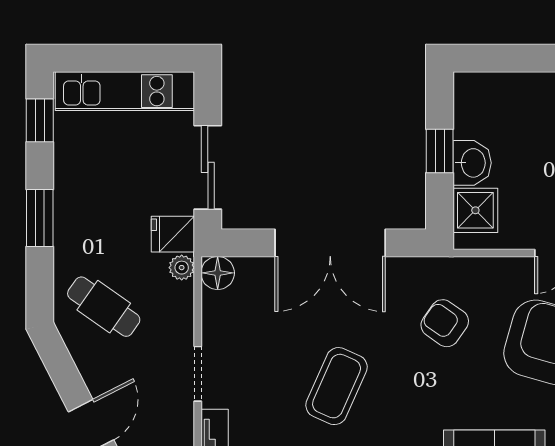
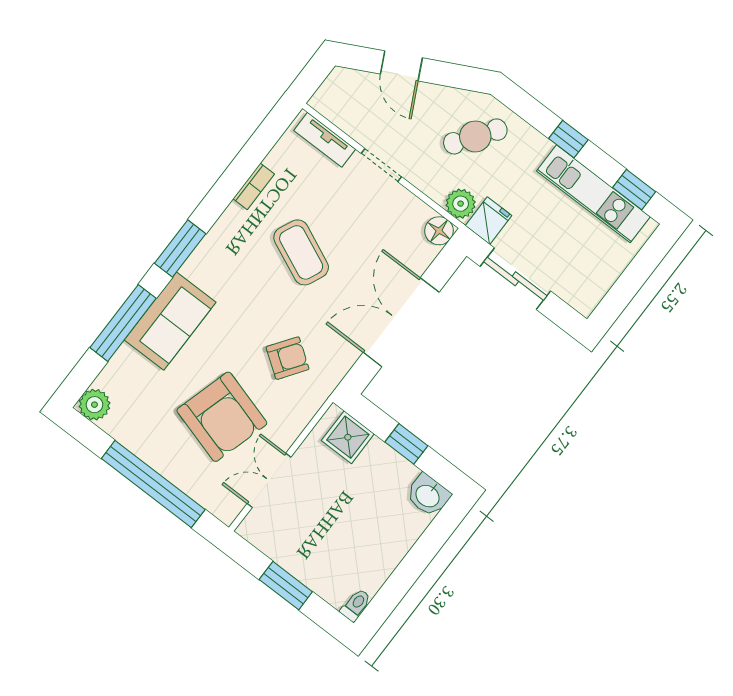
kitchen unit: (125, 91) -> (593, 194), moved, turned -90
washbasin: (472, 163) -> (428, 495), moved
window: (40, 218) -> (568, 139), width x0.67
plant: (182, 268) -> (461, 204), width x1.38, depth x1.38

